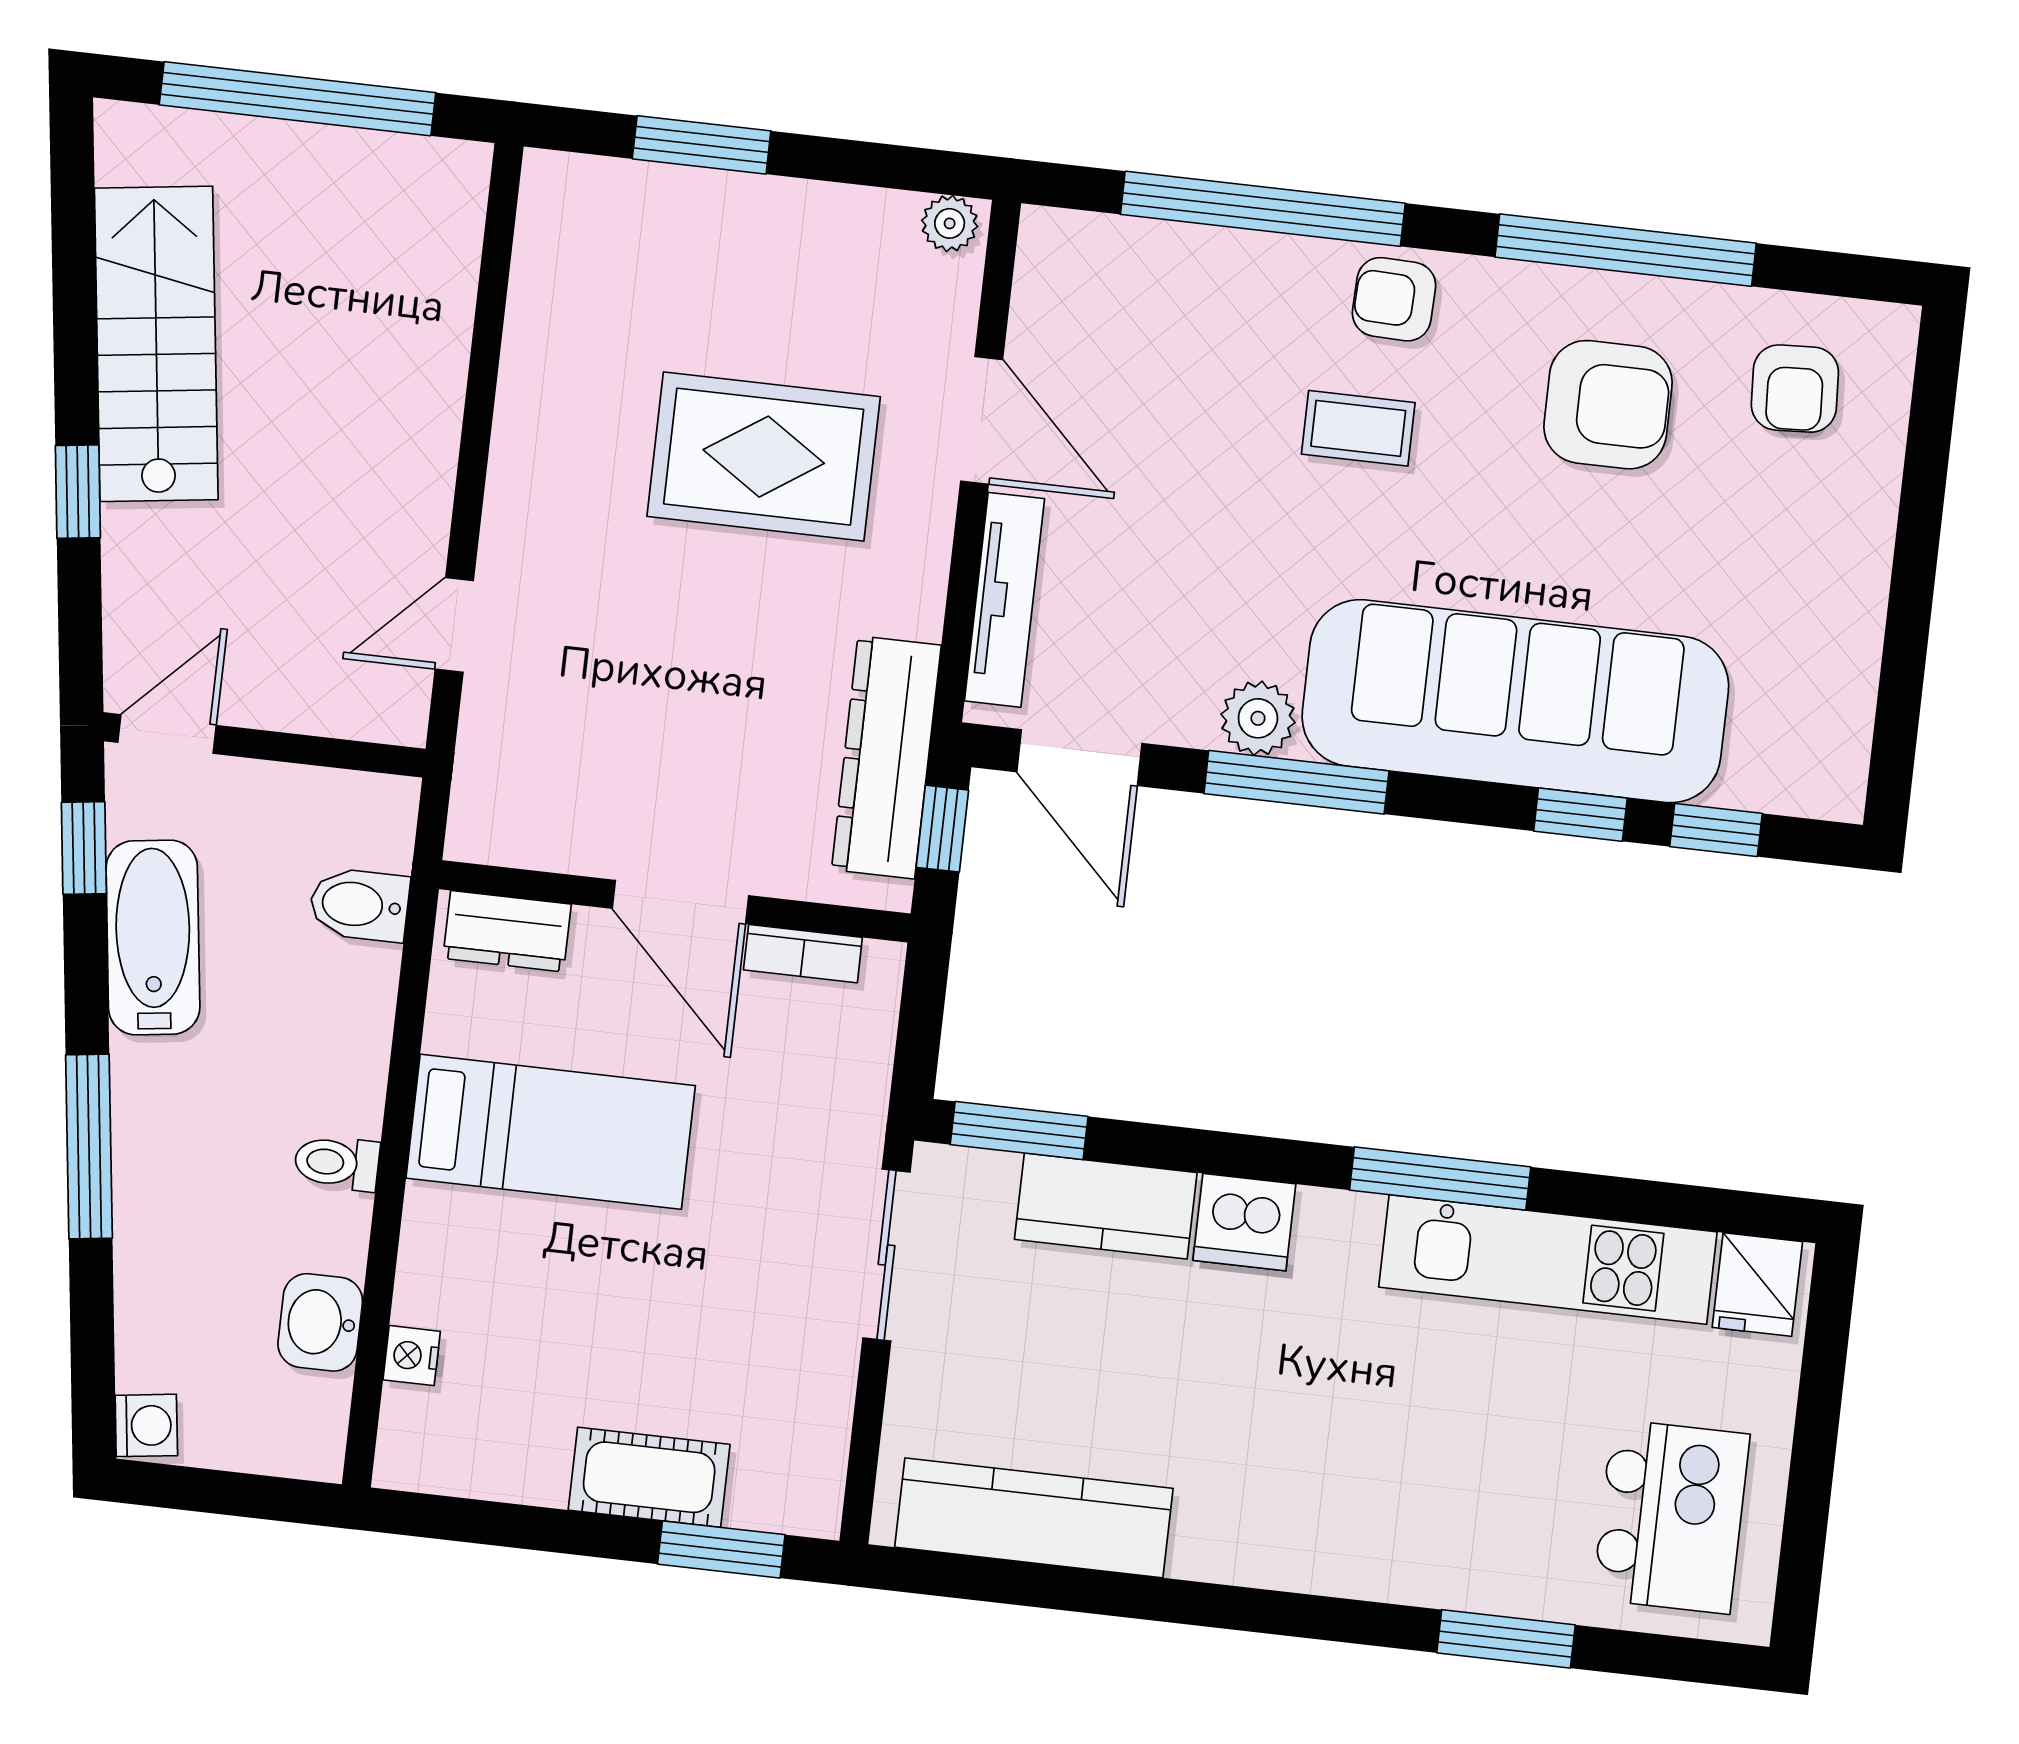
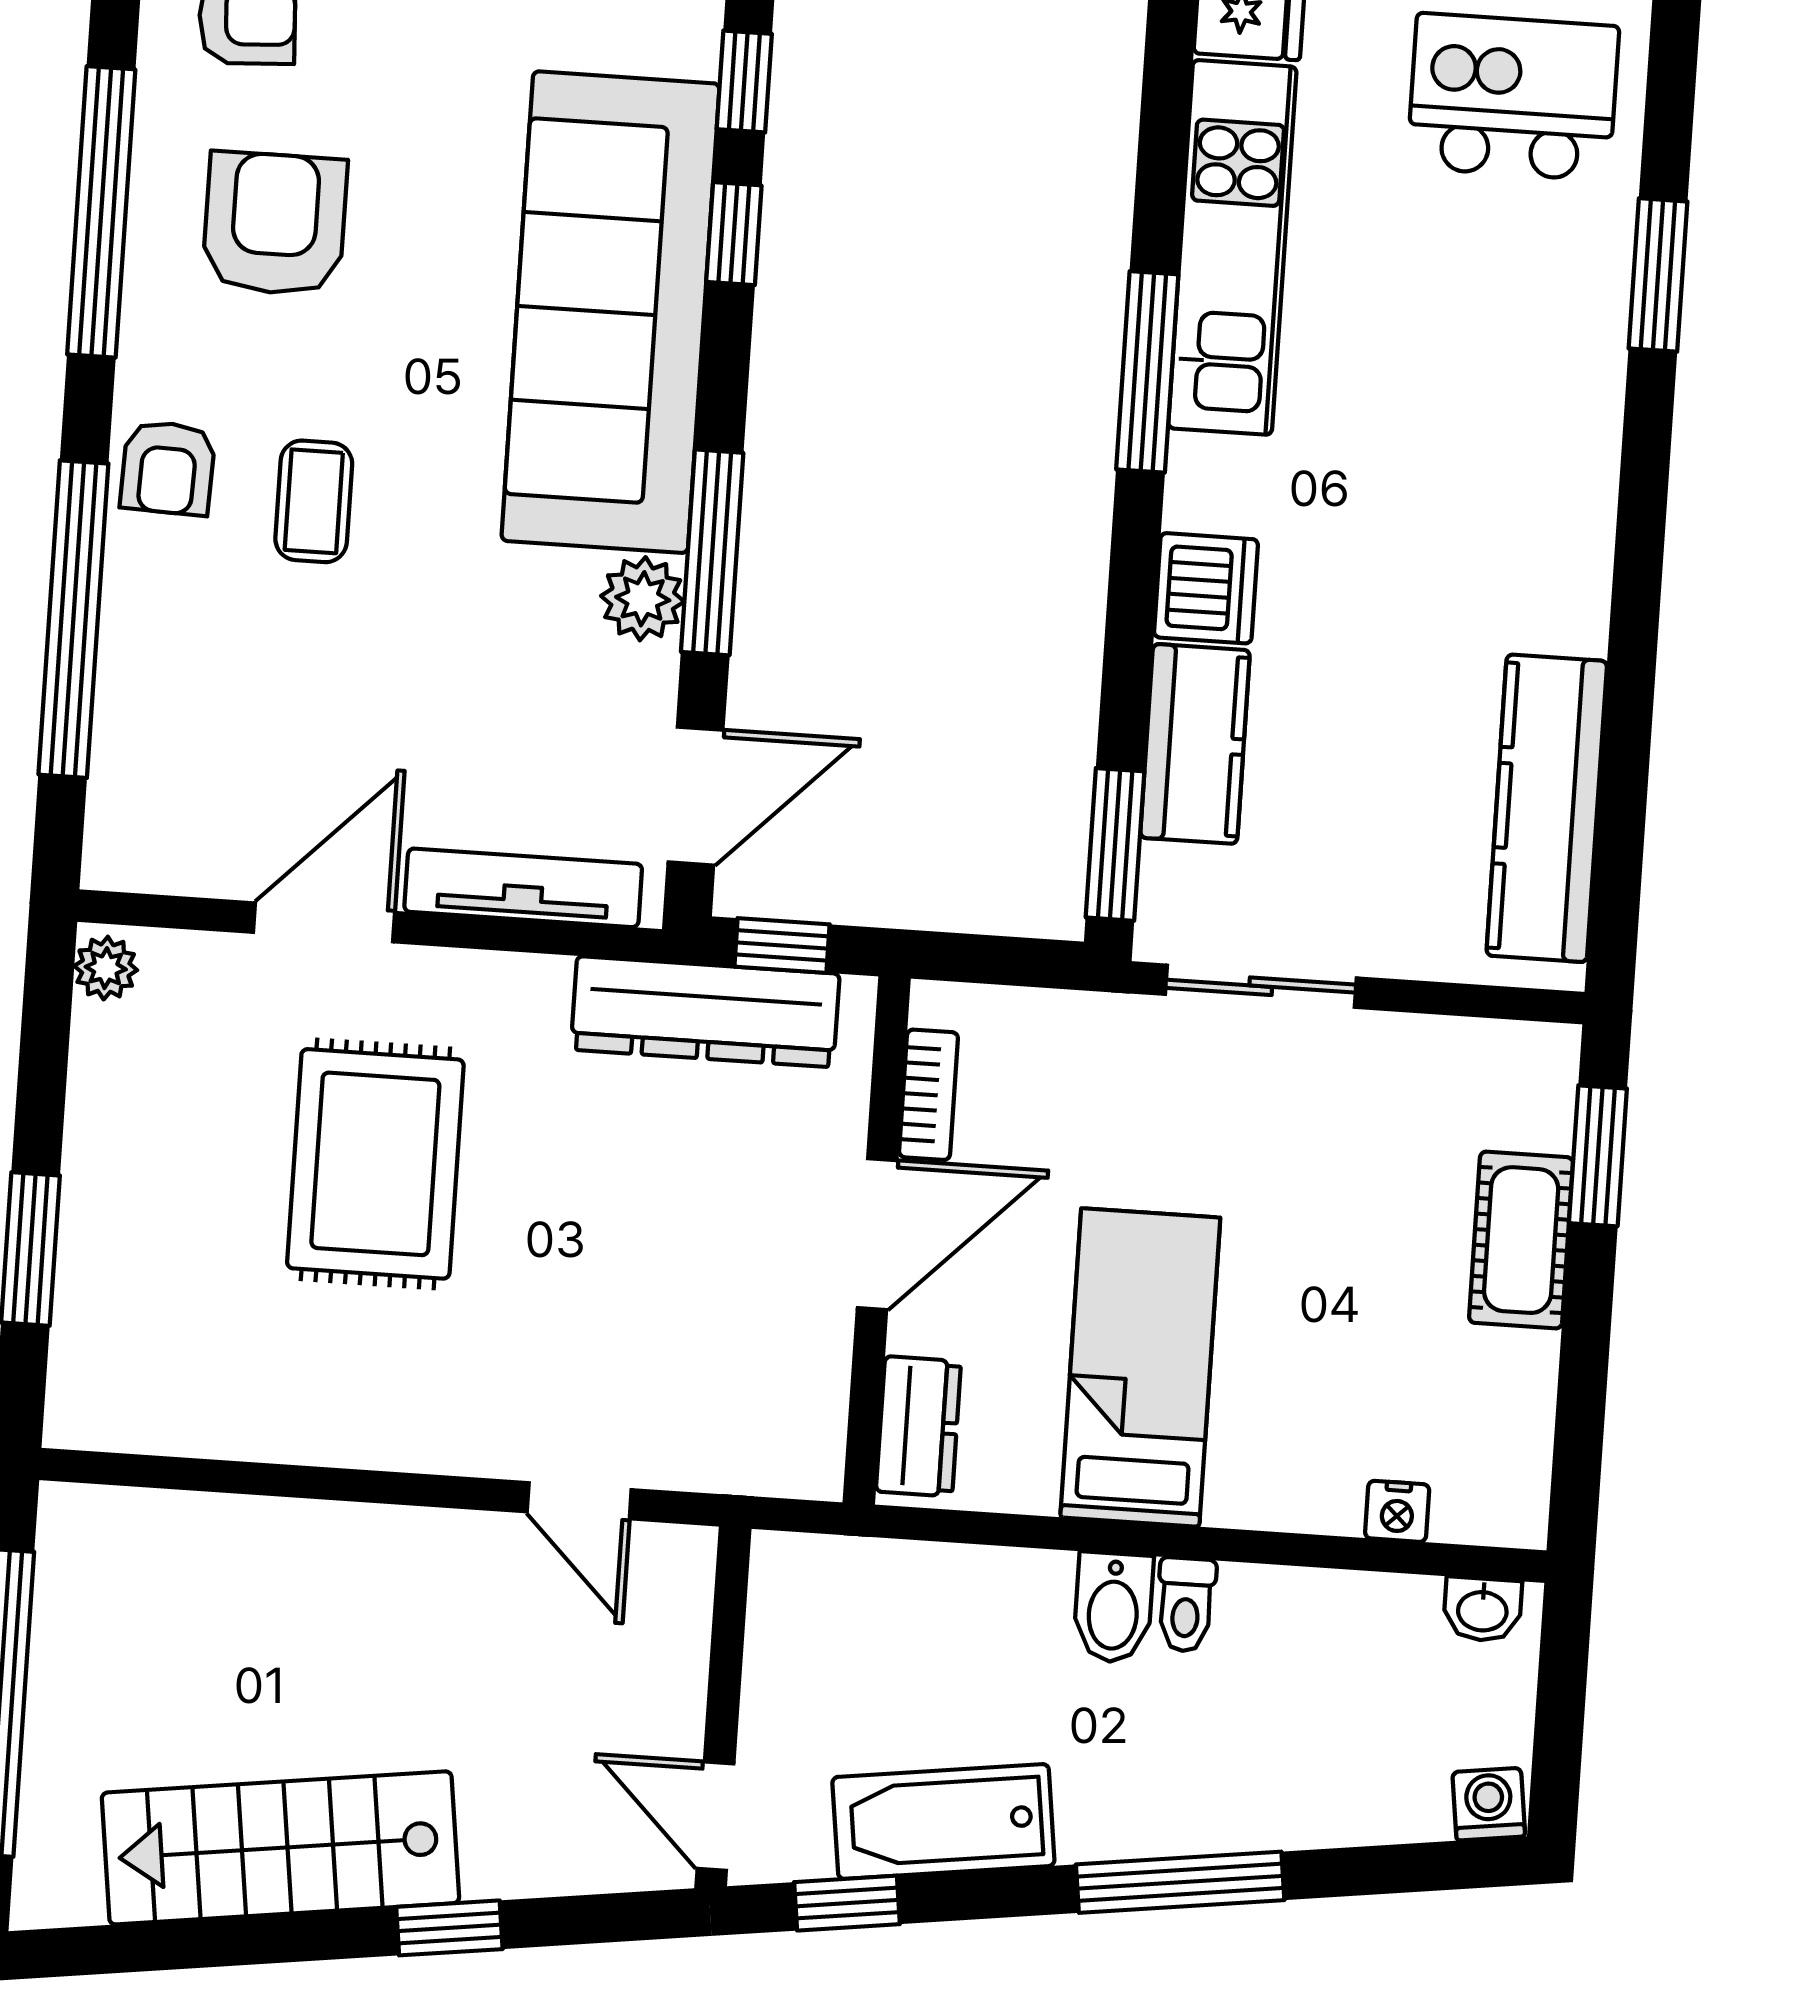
bidet: (359, 905) -> (1113, 1608), moved
washbasin: (320, 1322) -> (1482, 1609), moved, width x0.72, depth x0.69

